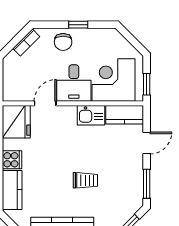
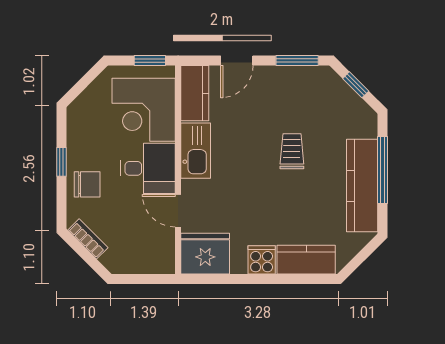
kitchen sink: (91, 115) -> (196, 151), width x1.38
door: (147, 143) -> (237, 61), swing flipped

